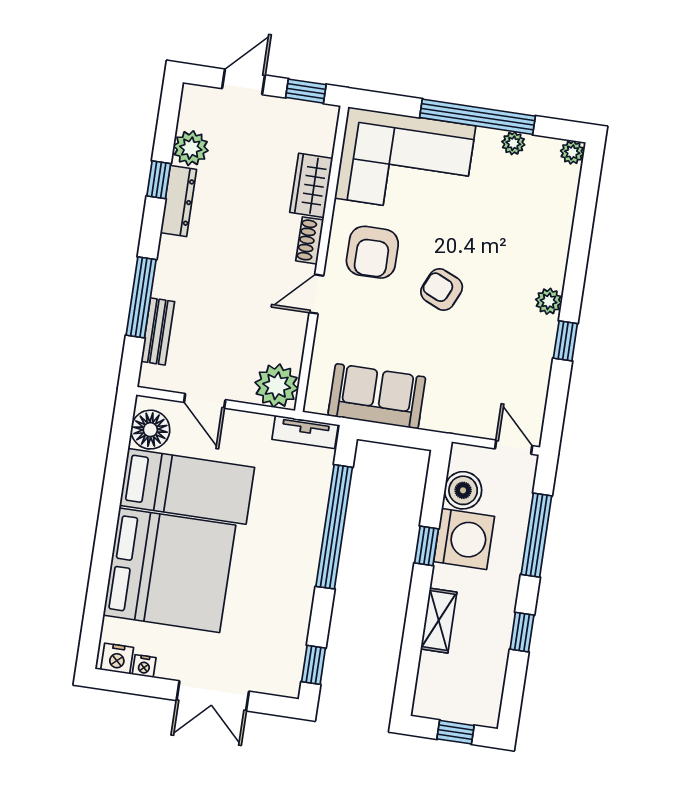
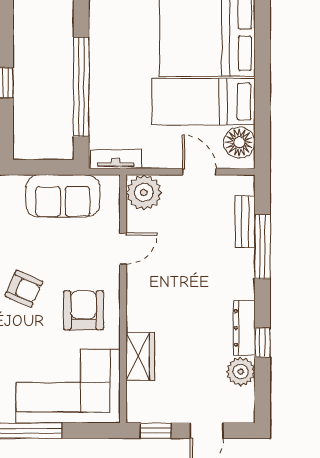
shoe rack: (310, 240) -> (135, 312), removed
door: (316, 294) -> (123, 249), moved

